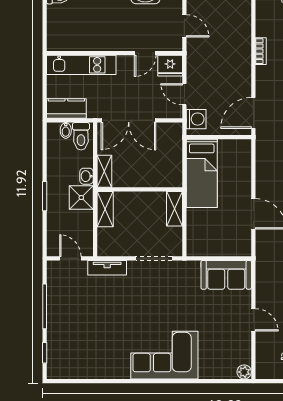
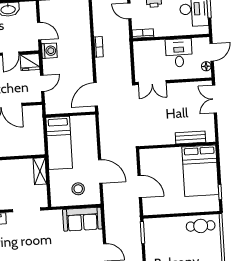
door: (184, 94) -> (42, 83), swing flipped
washing machine: (196, 119) -> (49, 51), moved
stool: (223, 235) -> (78, 189), added

